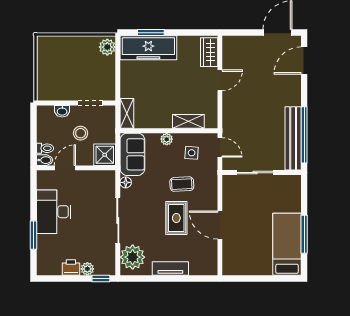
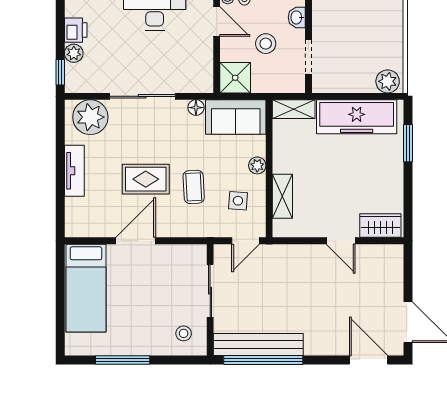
freezer: (148, 48) -> (357, 117), moved, turned -90
stool: (285, 191) -> (184, 333), added
bed: (287, 244) -> (86, 288), moved, turned 90

